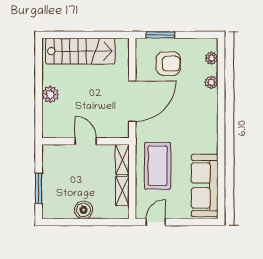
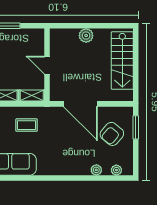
armchair: (168, 64) -> (112, 134), turned 40
door: (86, 141) -> (47, 65), swing flipped
coffee table: (158, 166) -> (27, 125), width x0.54, depth x0.58

